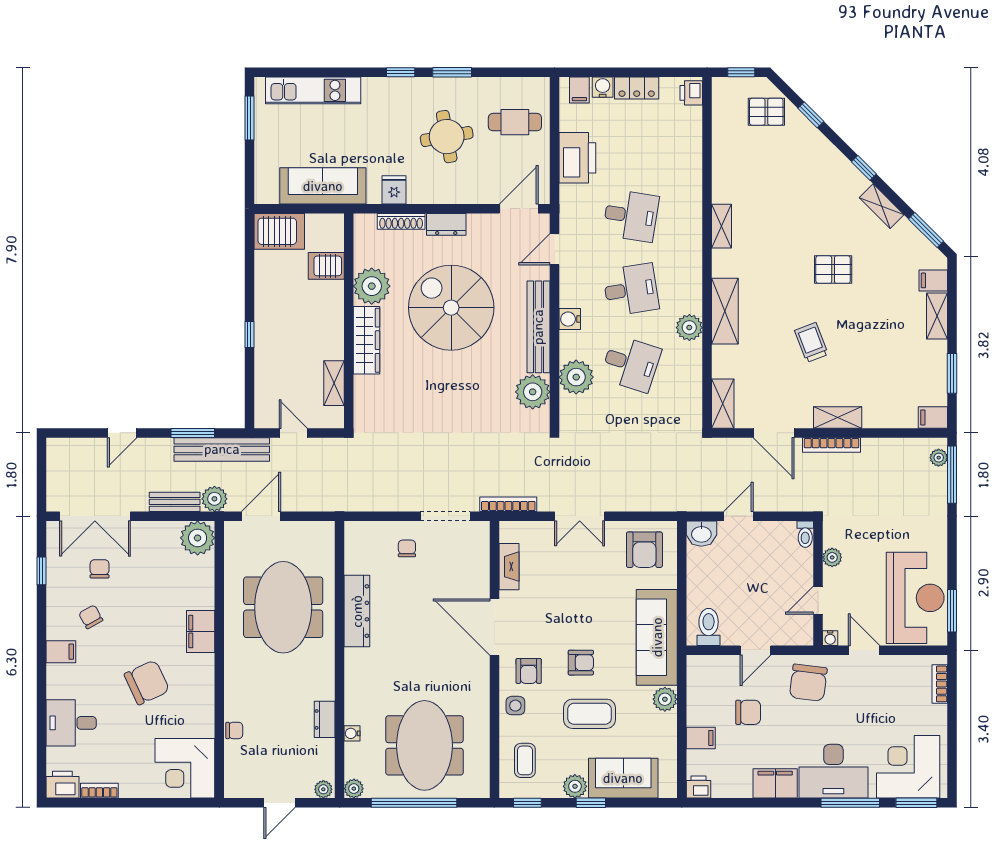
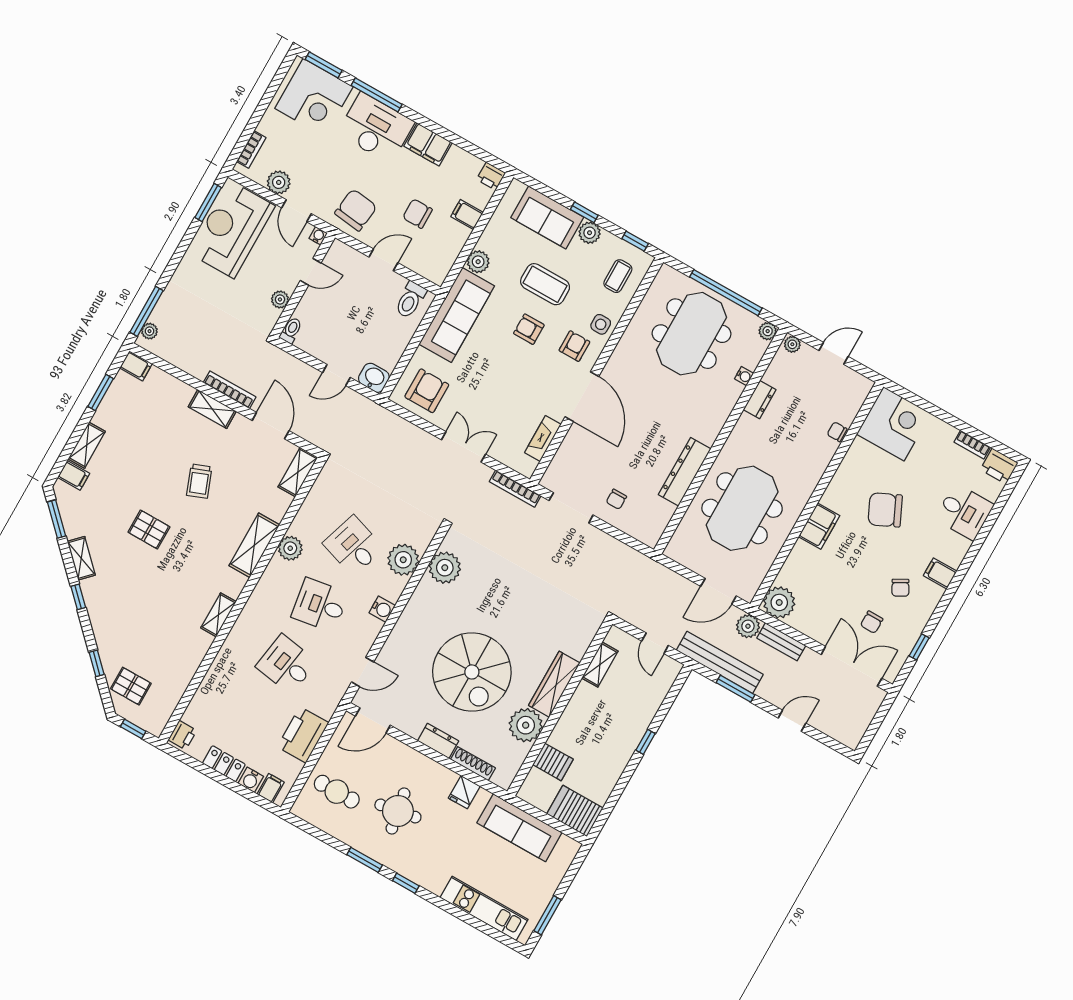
bench: (538, 327) -> (411, 617), removed
plant: (896, 668) -> (279, 182), added

